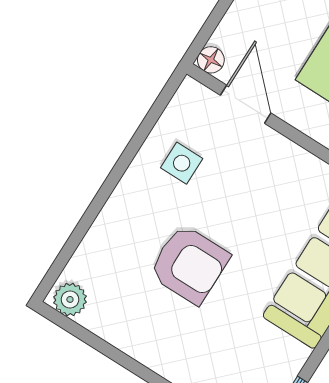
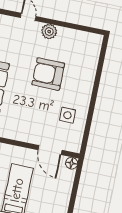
plant: (70, 299) -> (49, 32), moved

